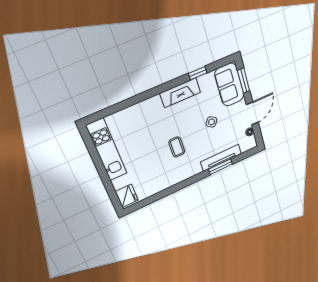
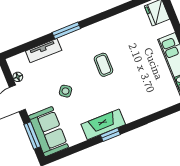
window: (198, 73) -> (110, 135), moved
tv unit: (221, 158) -> (44, 51), width x0.71
window: (220, 167) -> (66, 30), moved

